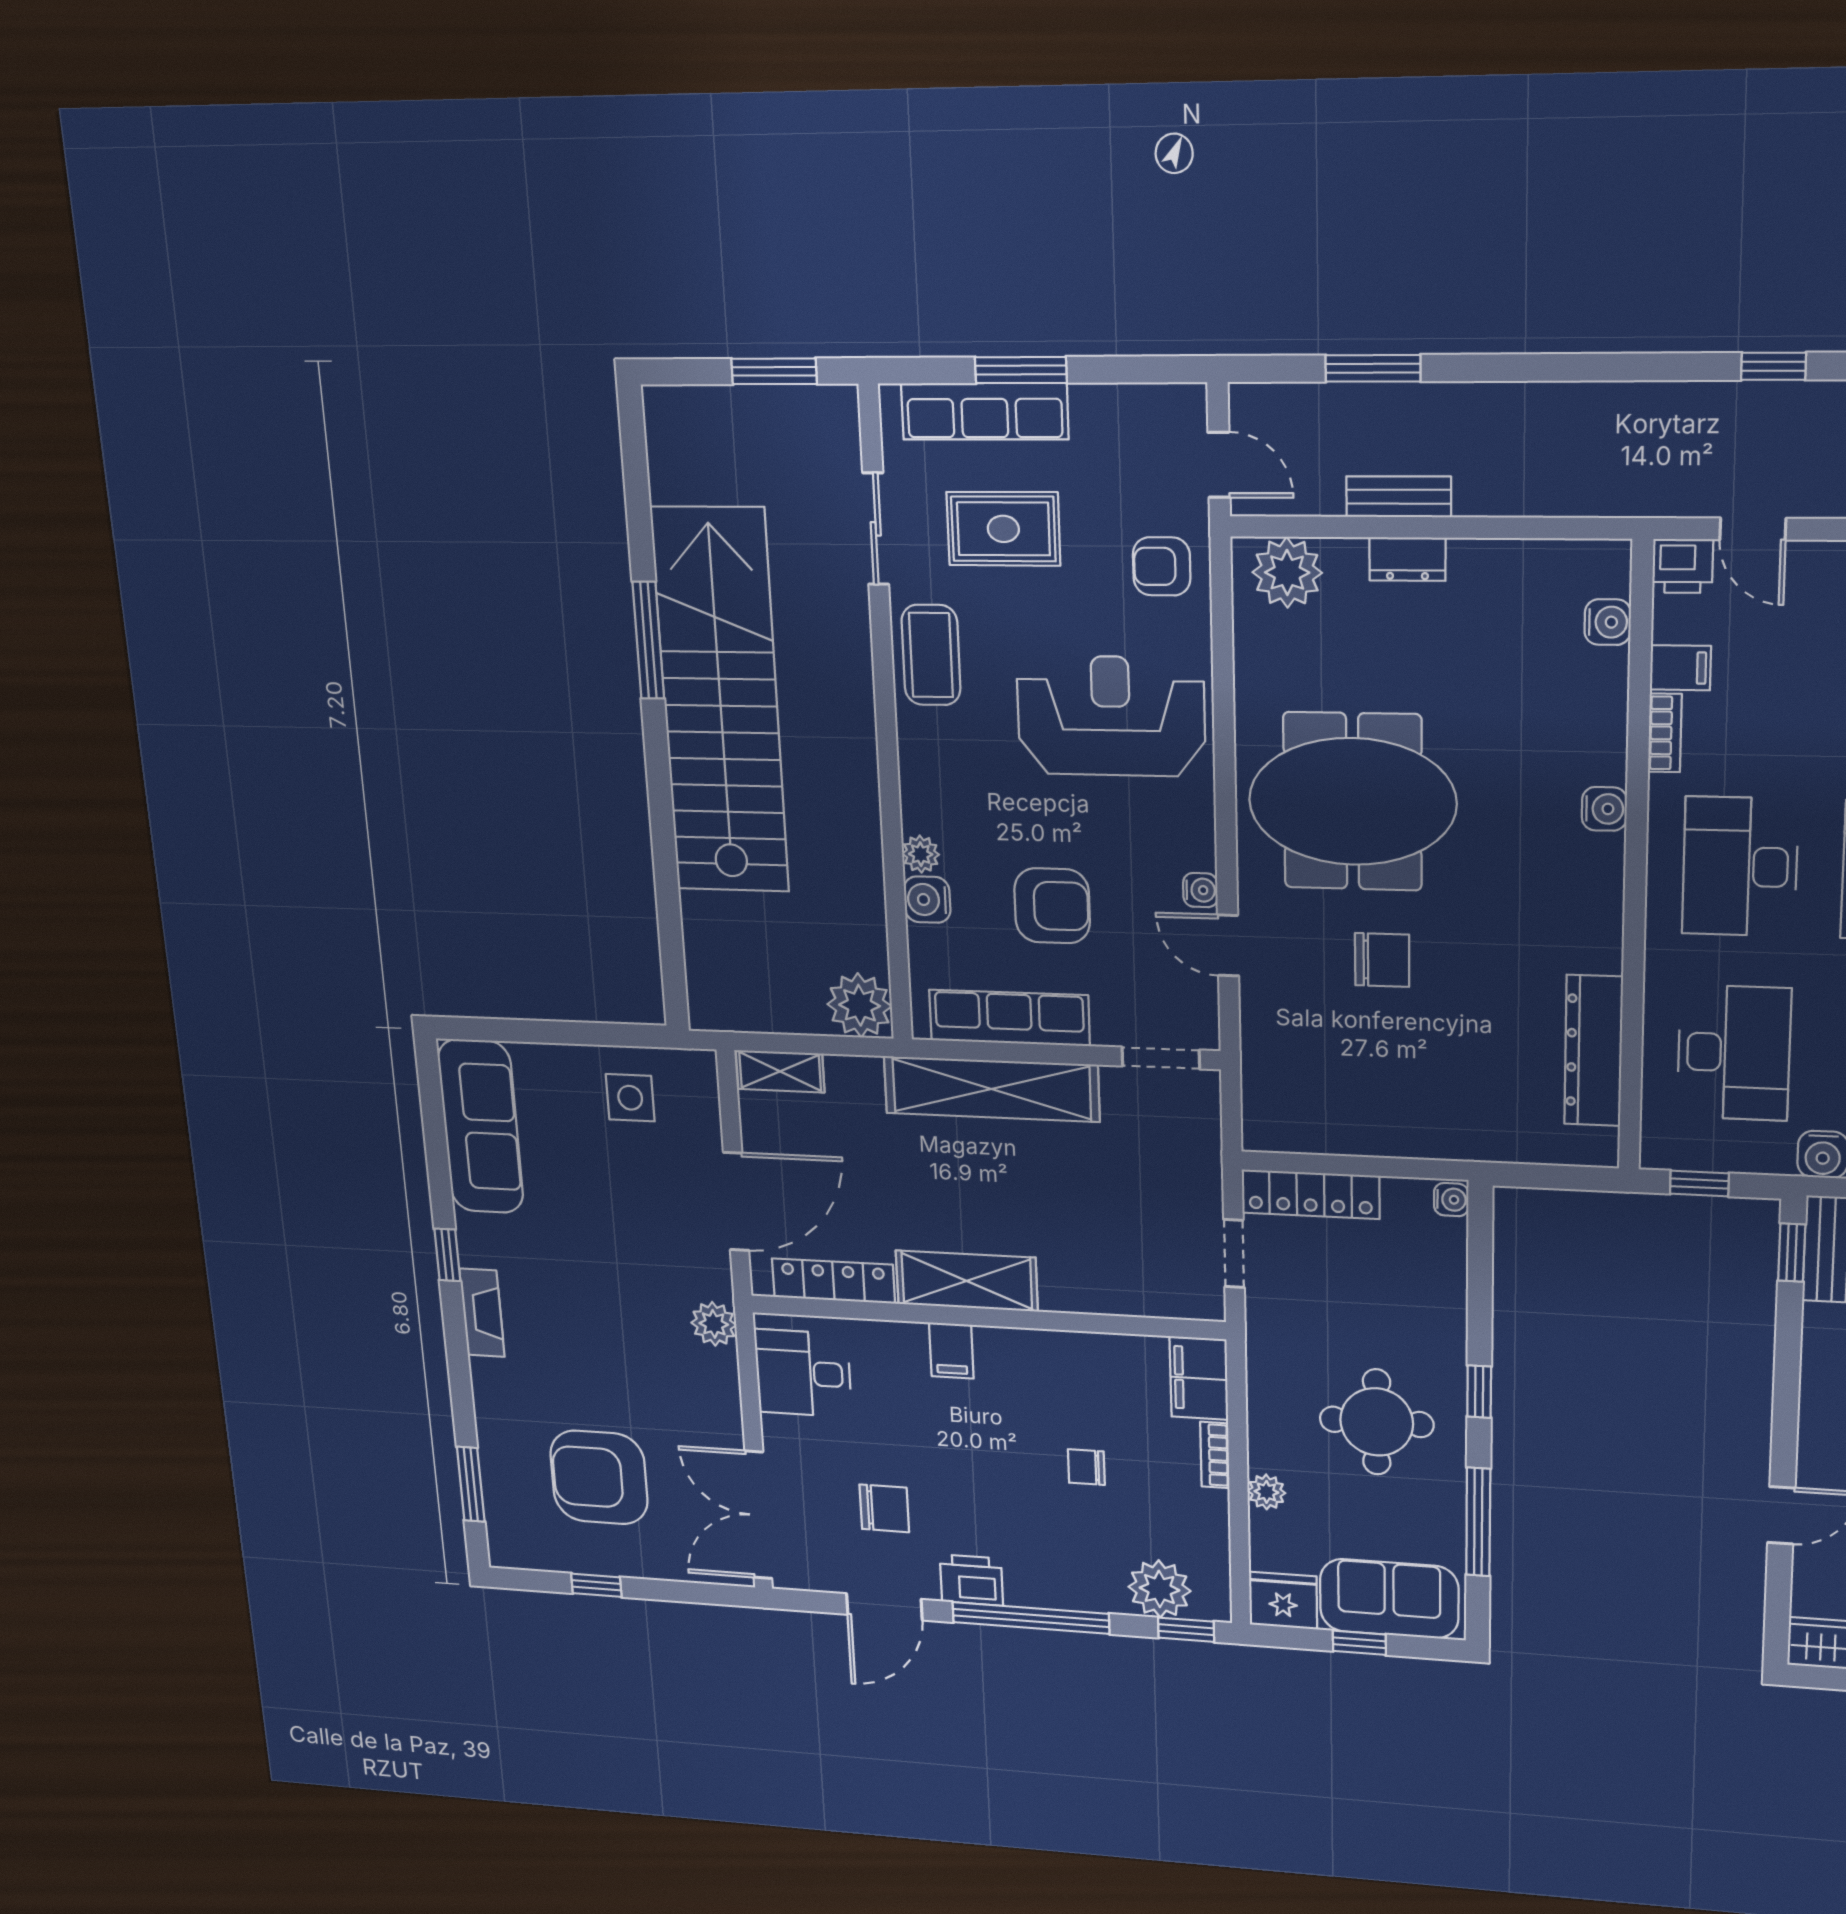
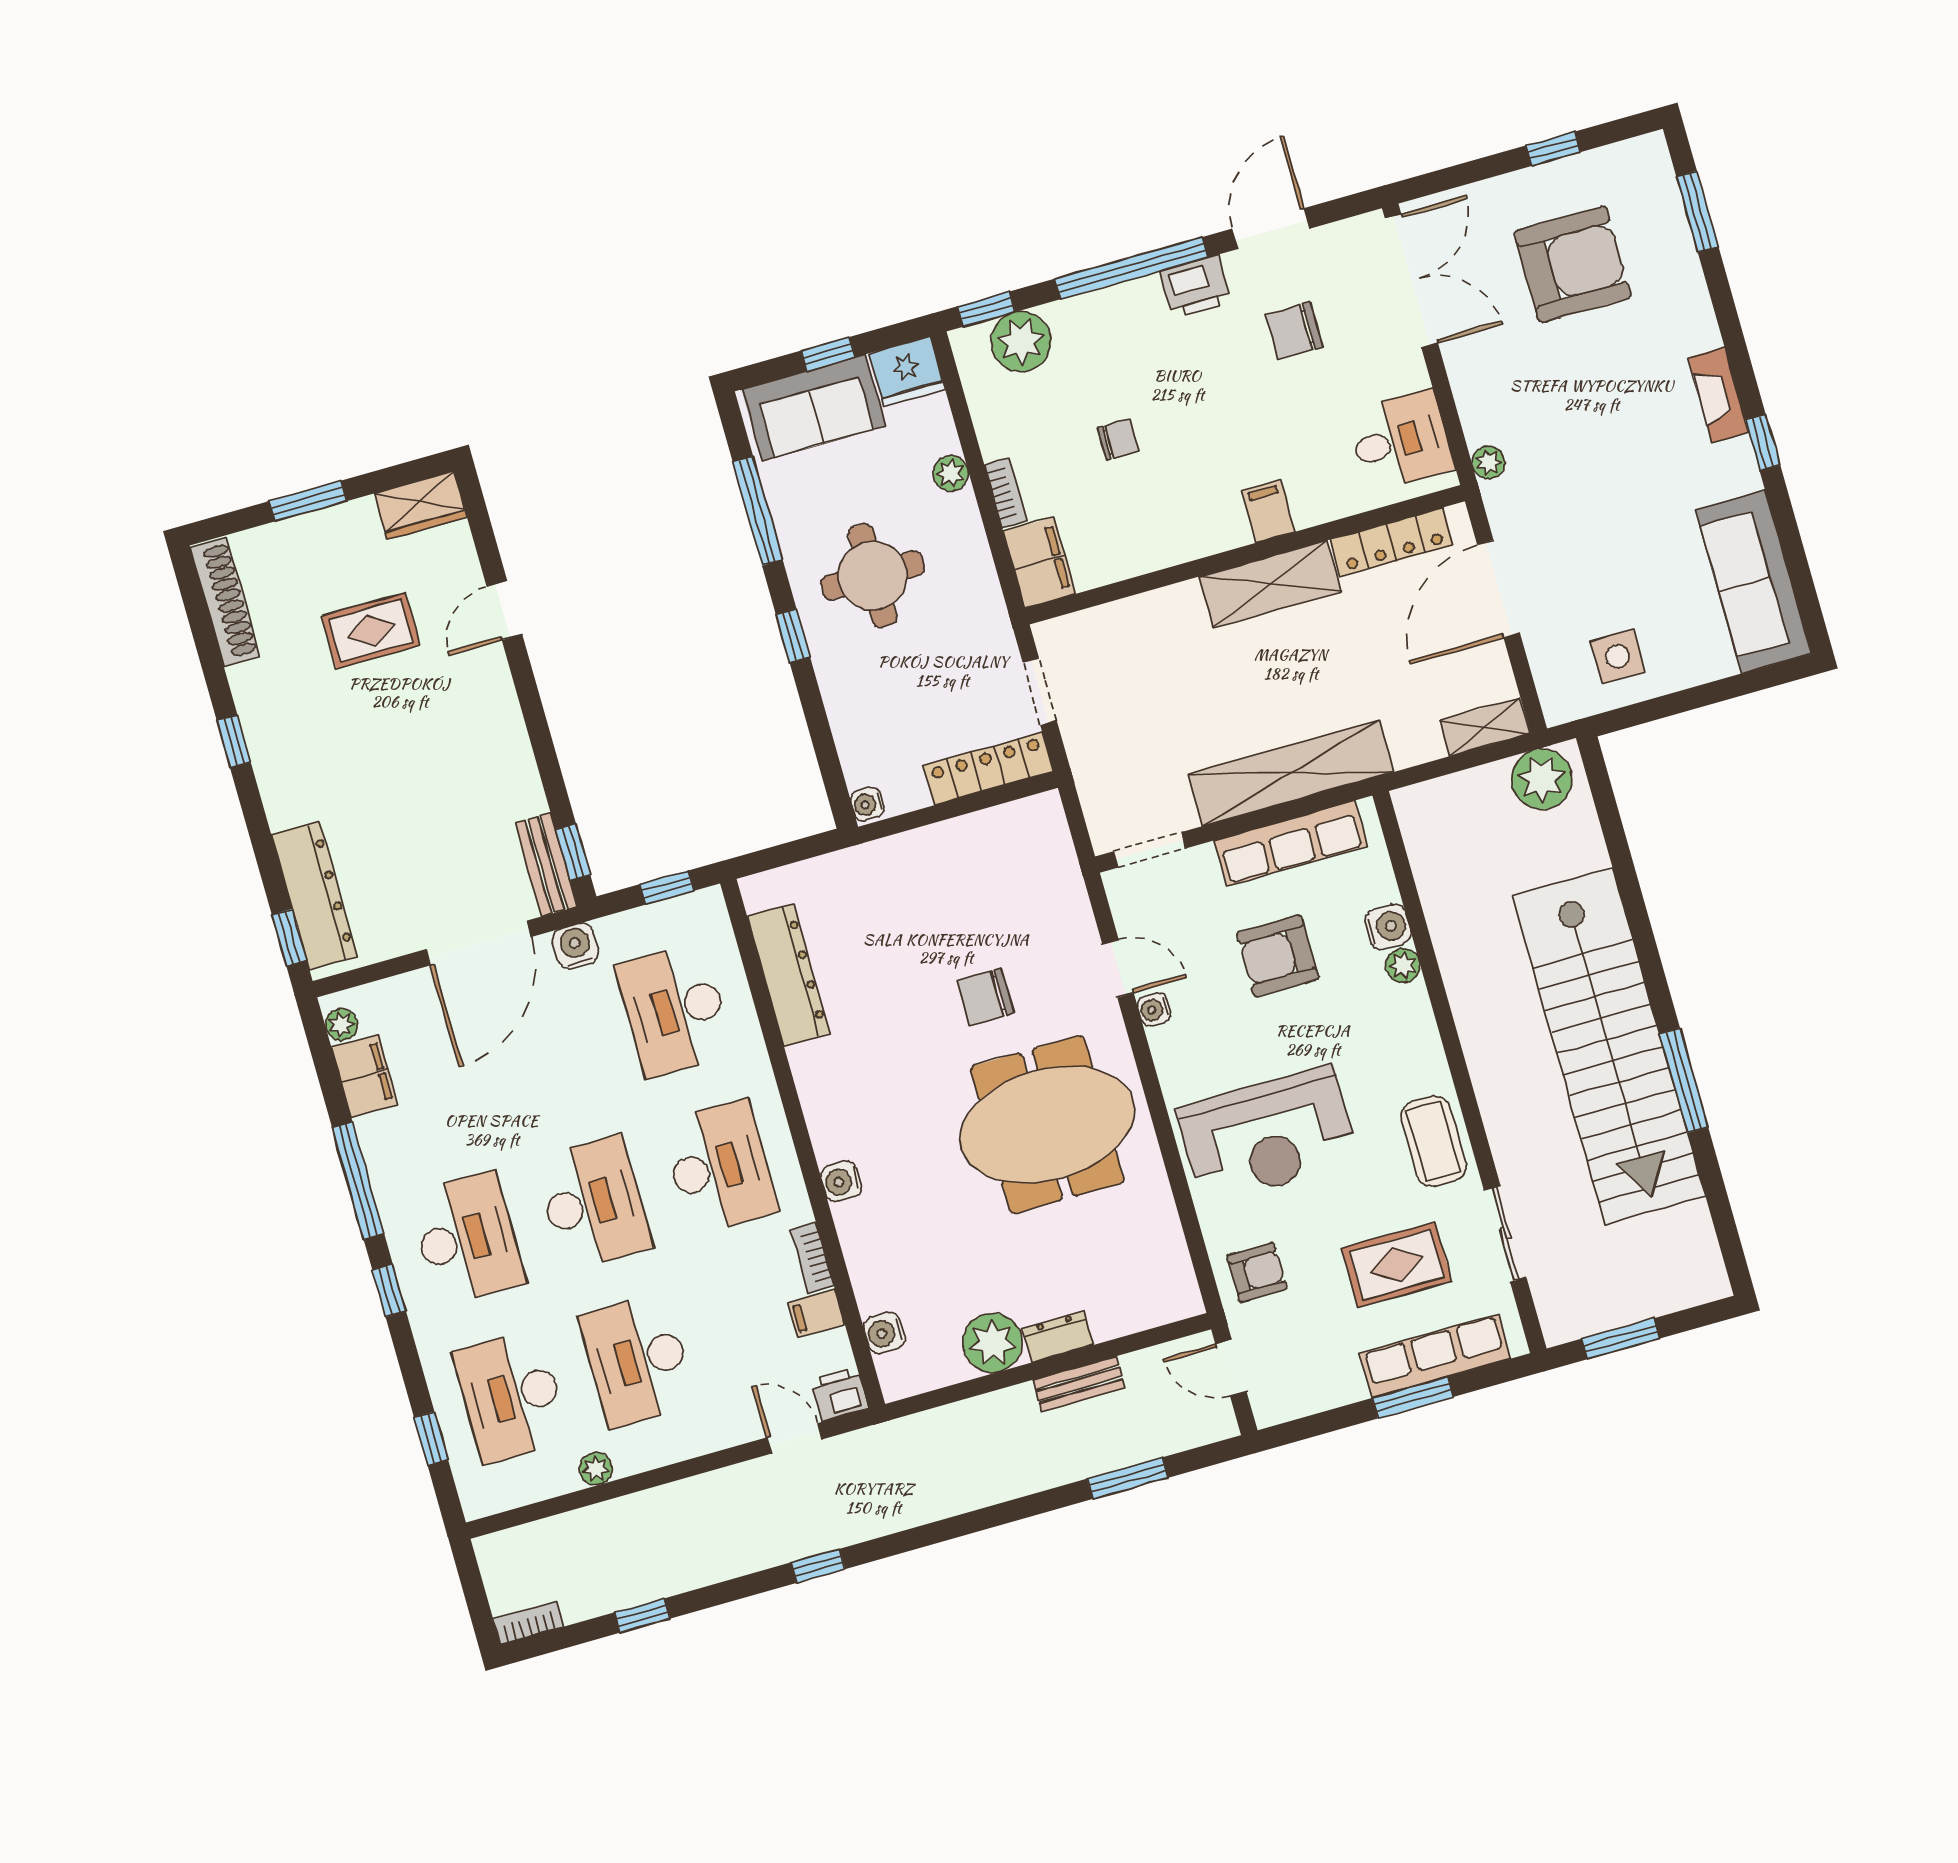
plant: (1287, 572) -> (993, 1343), moved
plant: (860, 1005) -> (1542, 779), moved
plant: (714, 1324) -> (1489, 463), width x0.73, depth x0.73

